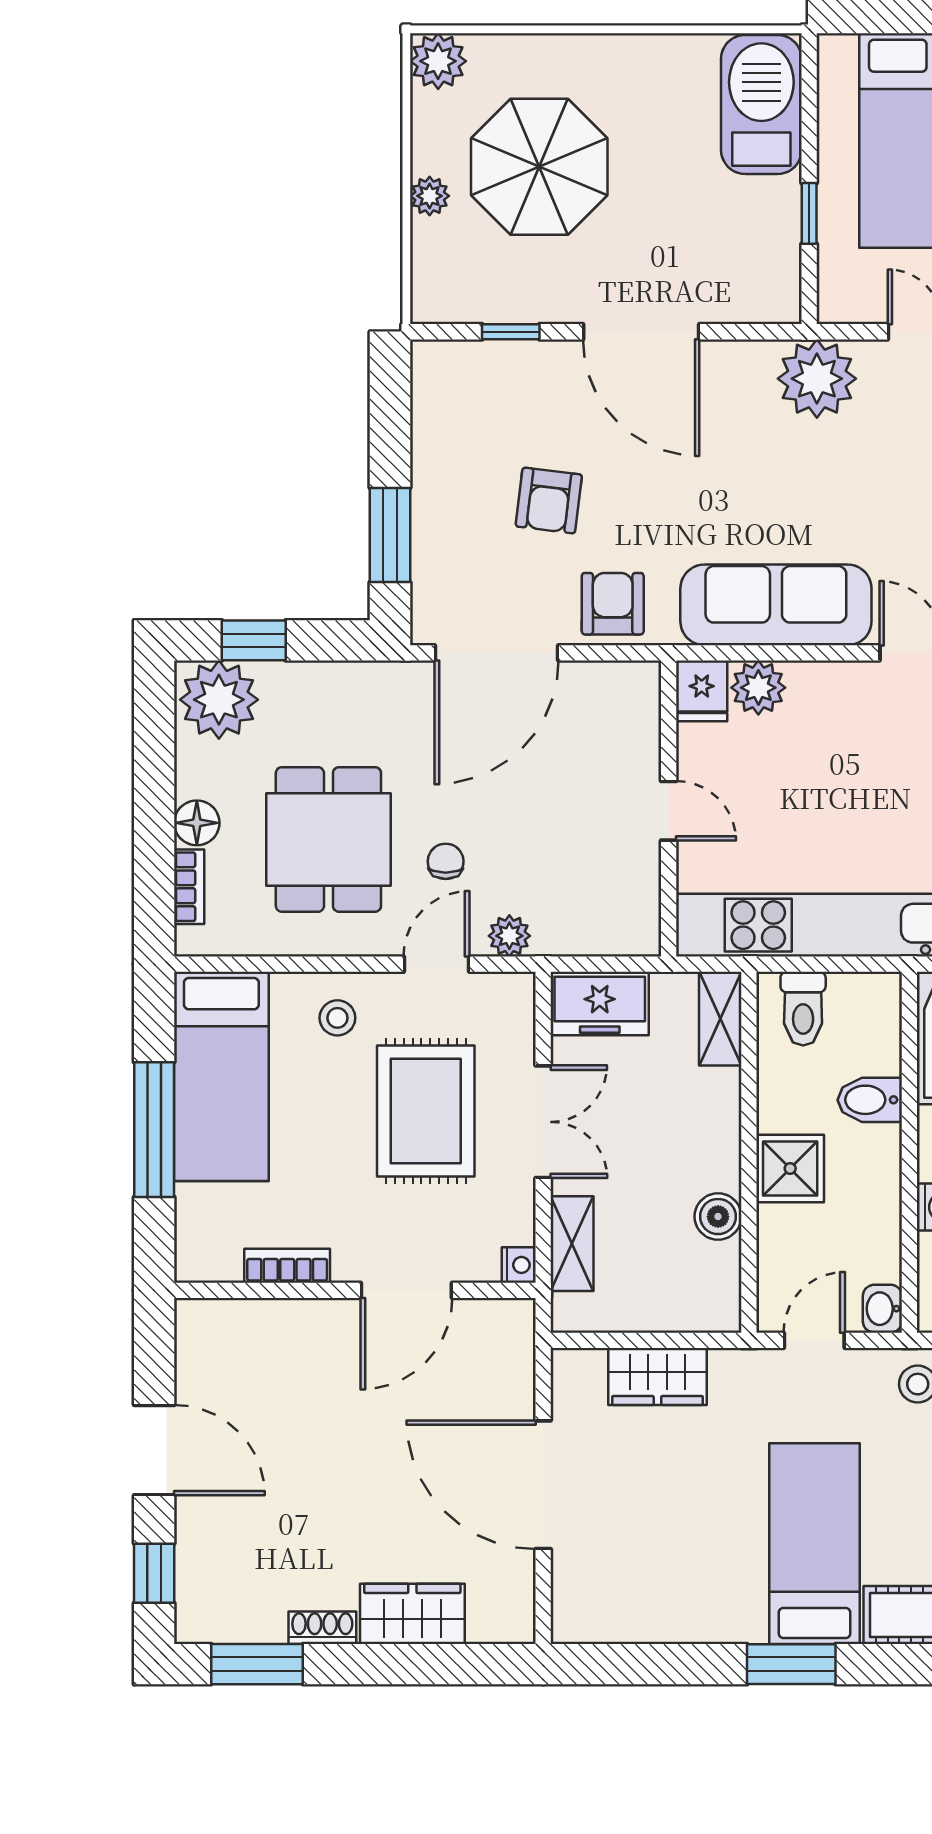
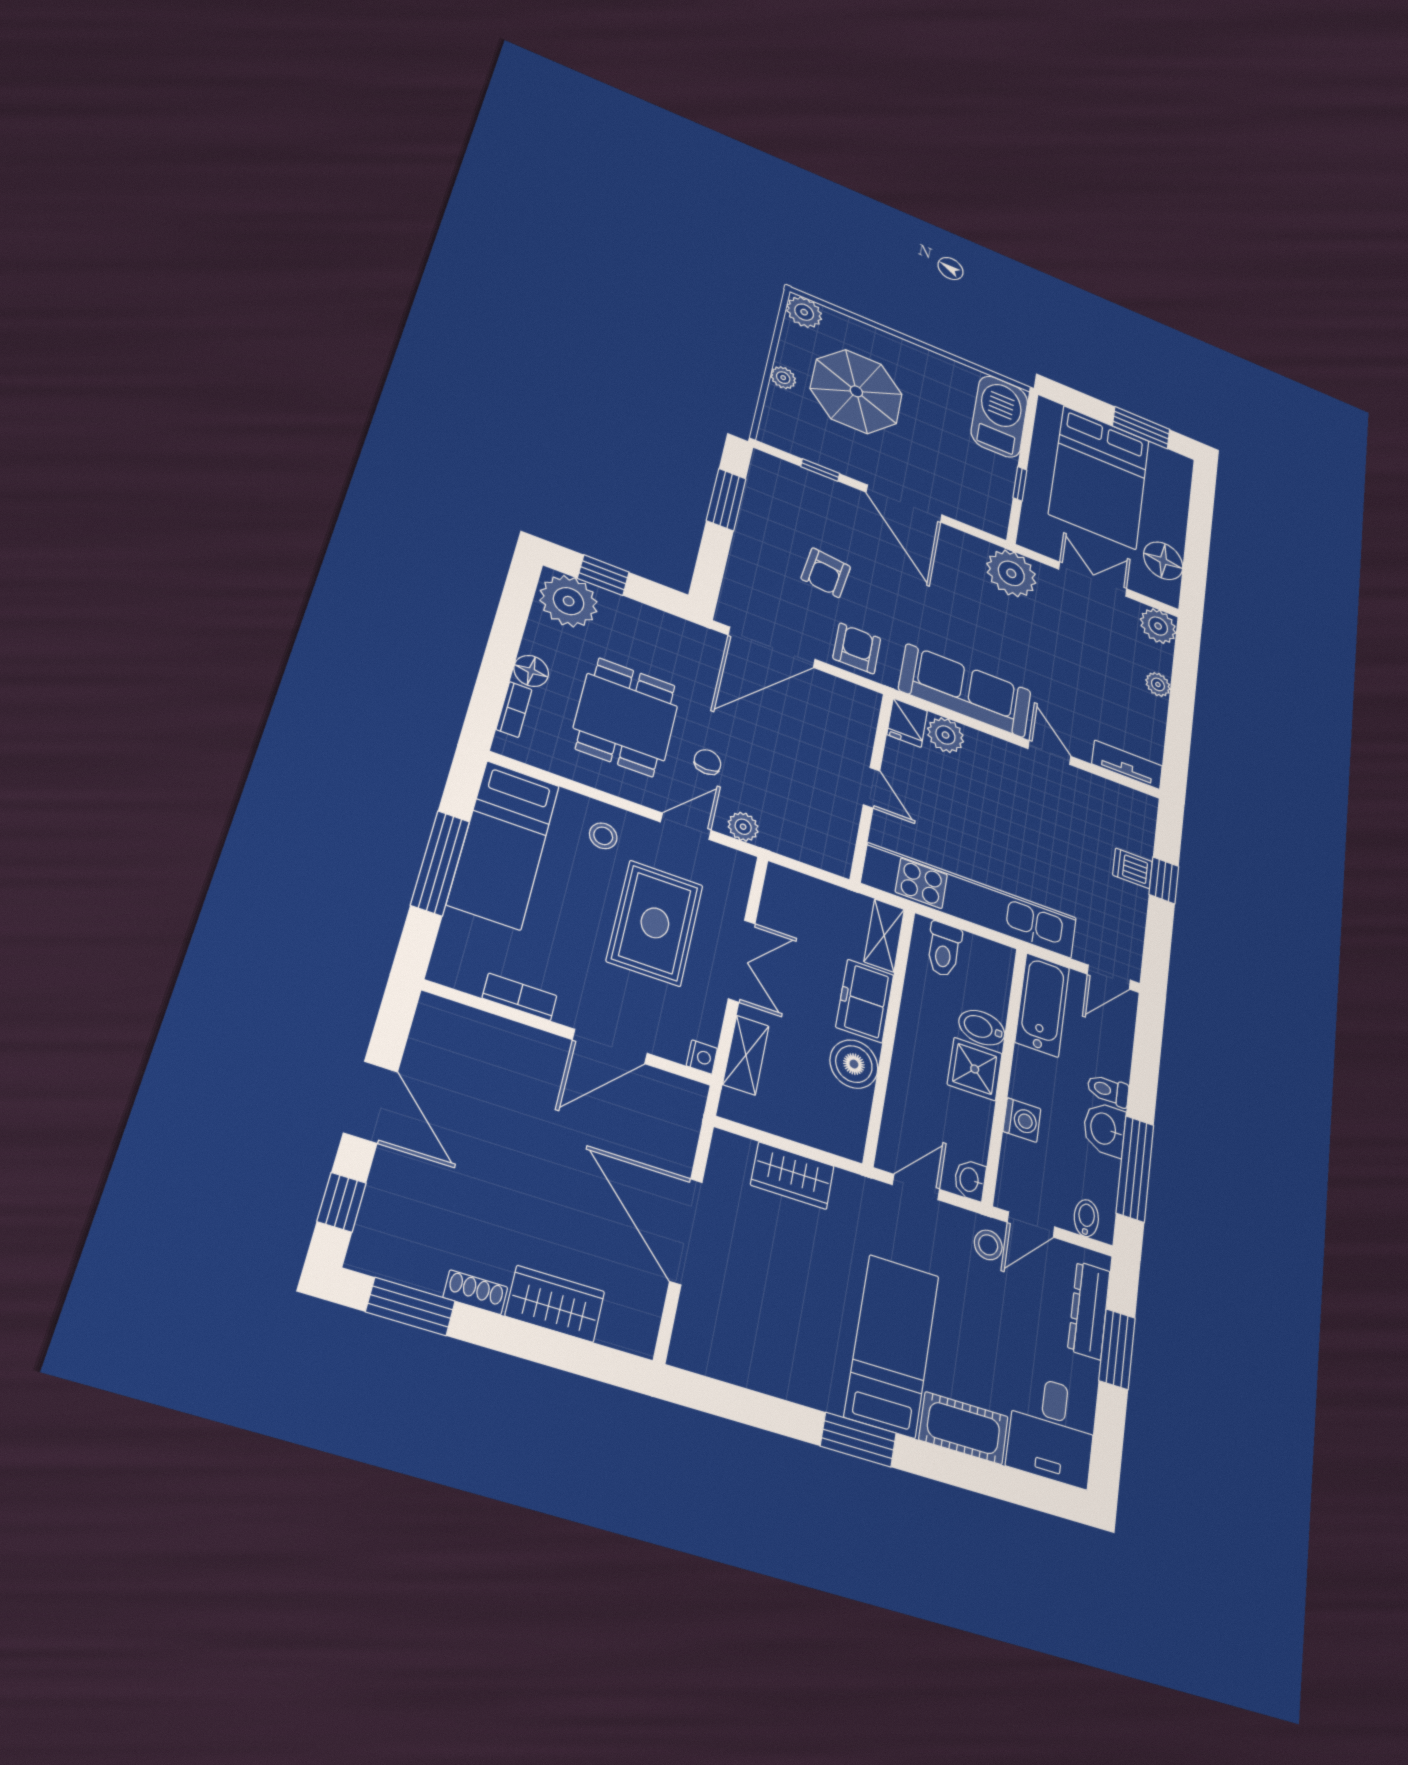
window: (390, 535) -> (726, 500), moved
freezer: (600, 1003) -> (865, 1001), moved, turned 90
shower: (790, 1168) -> (975, 1069), moved
boiler: (718, 1217) -> (854, 1064), width x1.36, depth x1.36

